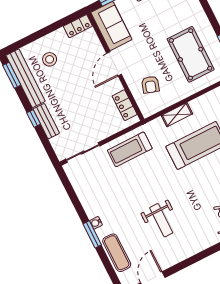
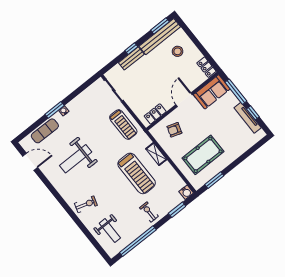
door: (114, 64) -> (184, 100), hinge flipped
treadmill: (130, 149) -> (123, 125), turned 180
weight bench: (161, 220) -> (76, 159), width x1.36, depth x1.33

